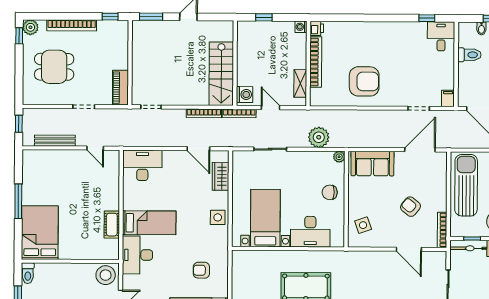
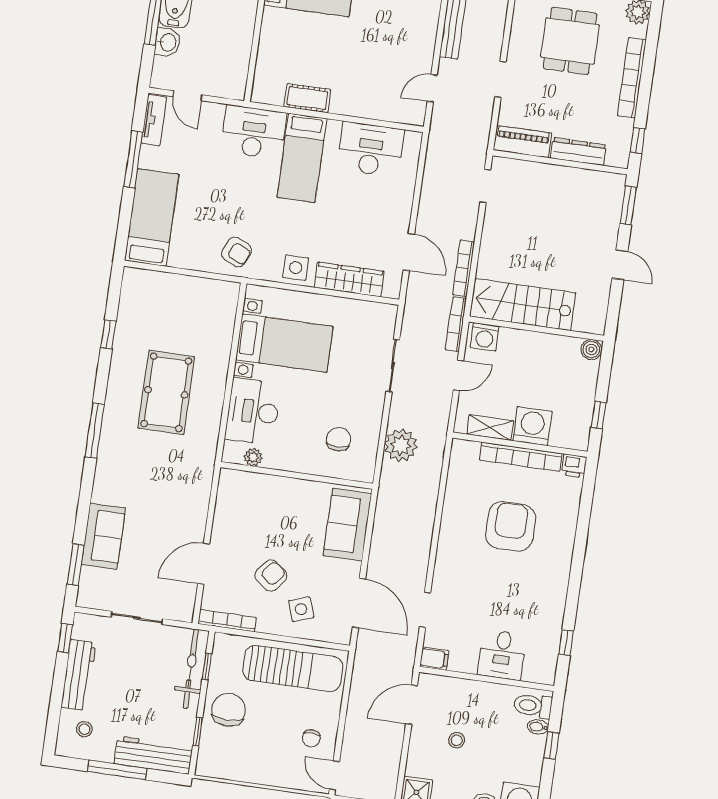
window: (264, 17) -> (599, 415), moved
boiler: (243, 27) -> (591, 349), added
washing machine: (301, 27) -> (532, 426), moved, width x1.89, depth x1.89
desk: (441, 36) -> (502, 655), moved, turned 90
dresser: (122, 52) -> (578, 152), added
toilet: (469, 55) -> (533, 706), moved, turned 90
armchair: (364, 81) -> (511, 526), moved, turned 180
door: (198, 149) -> (409, 252), swing flipped
plant: (339, 157) -> (253, 457), moved
desk: (142, 165) -> (371, 149), moved, turned -90
wardrobe: (221, 176) -> (349, 279), width x1.50
chair: (330, 192) -> (338, 439), moved
side table: (363, 225) -> (301, 609), moved
armchair: (201, 270) -> (237, 252), moved, turned 114
stool: (106, 275) -> (229, 77), removed

